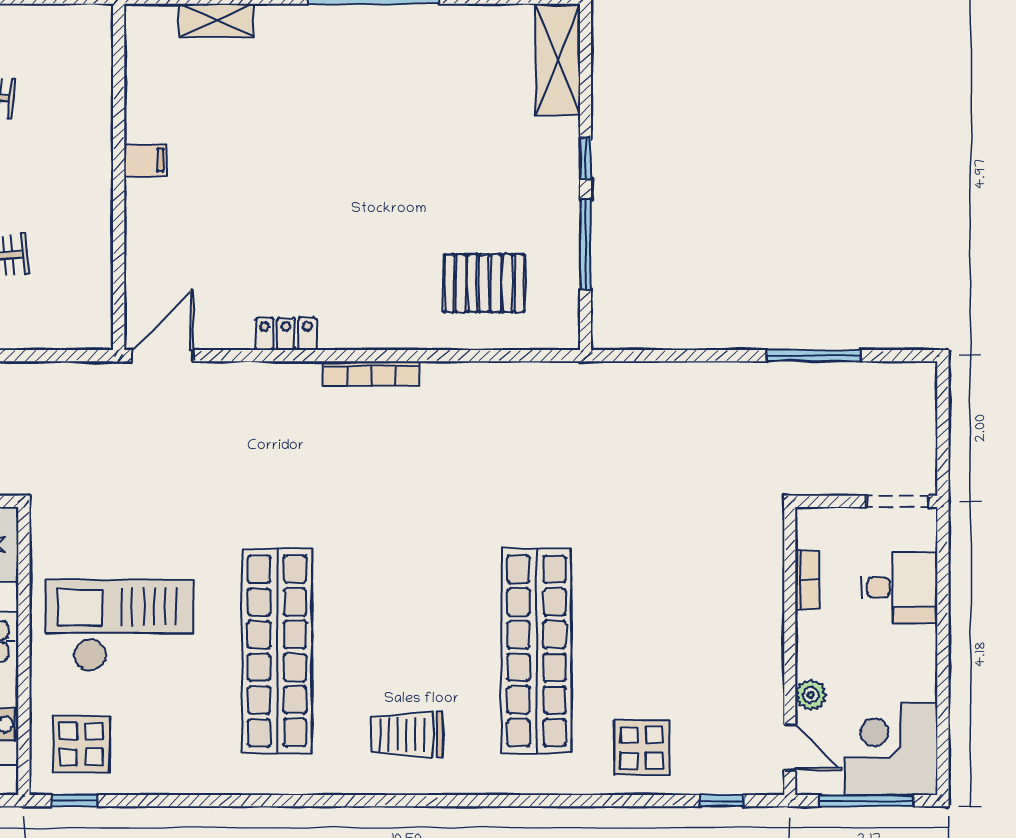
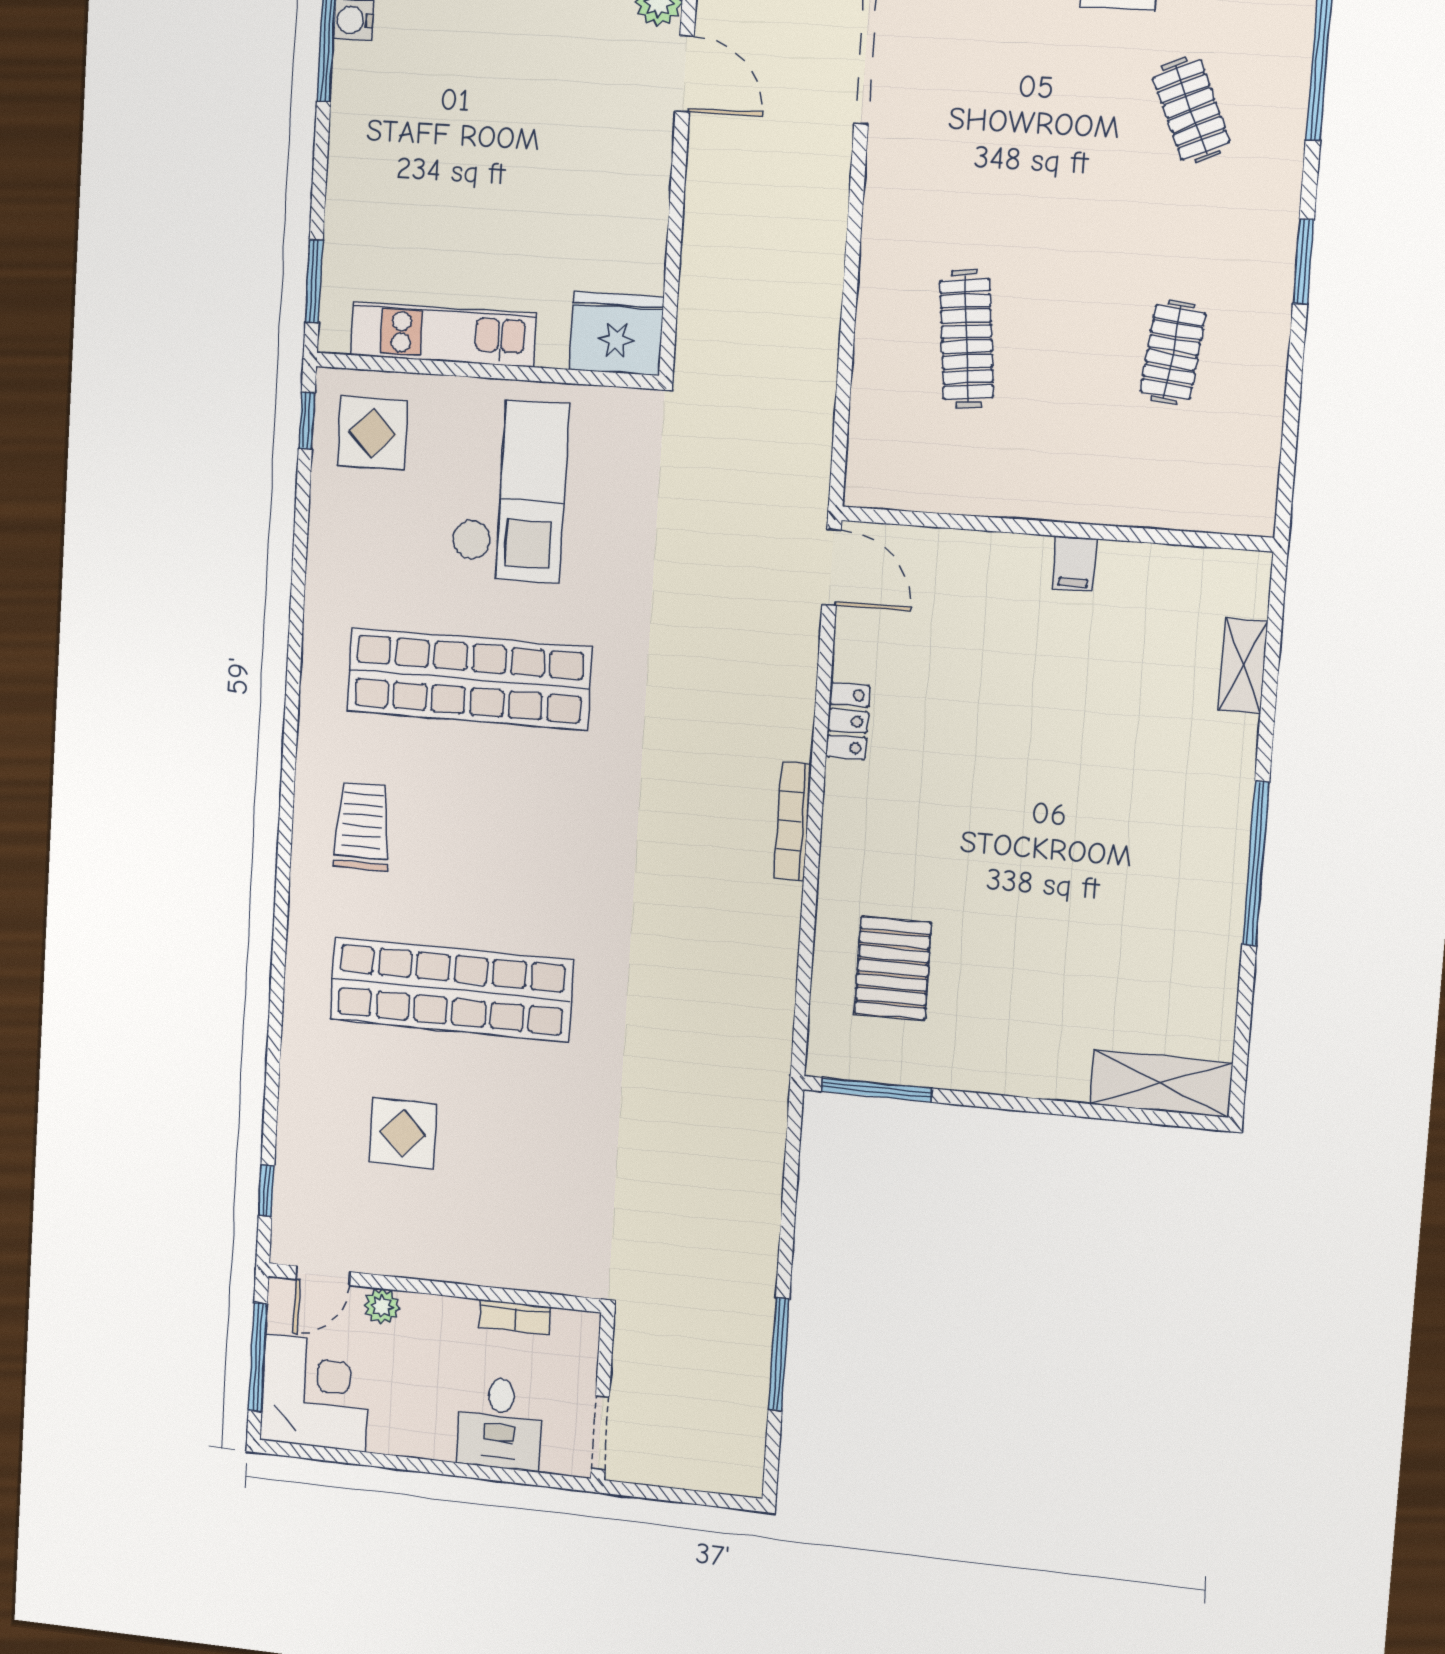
window: (586, 158) -> (1037, 1106), removed
window: (586, 244) -> (877, 1090), moved
display table: (642, 748) -> (403, 1133), moved

